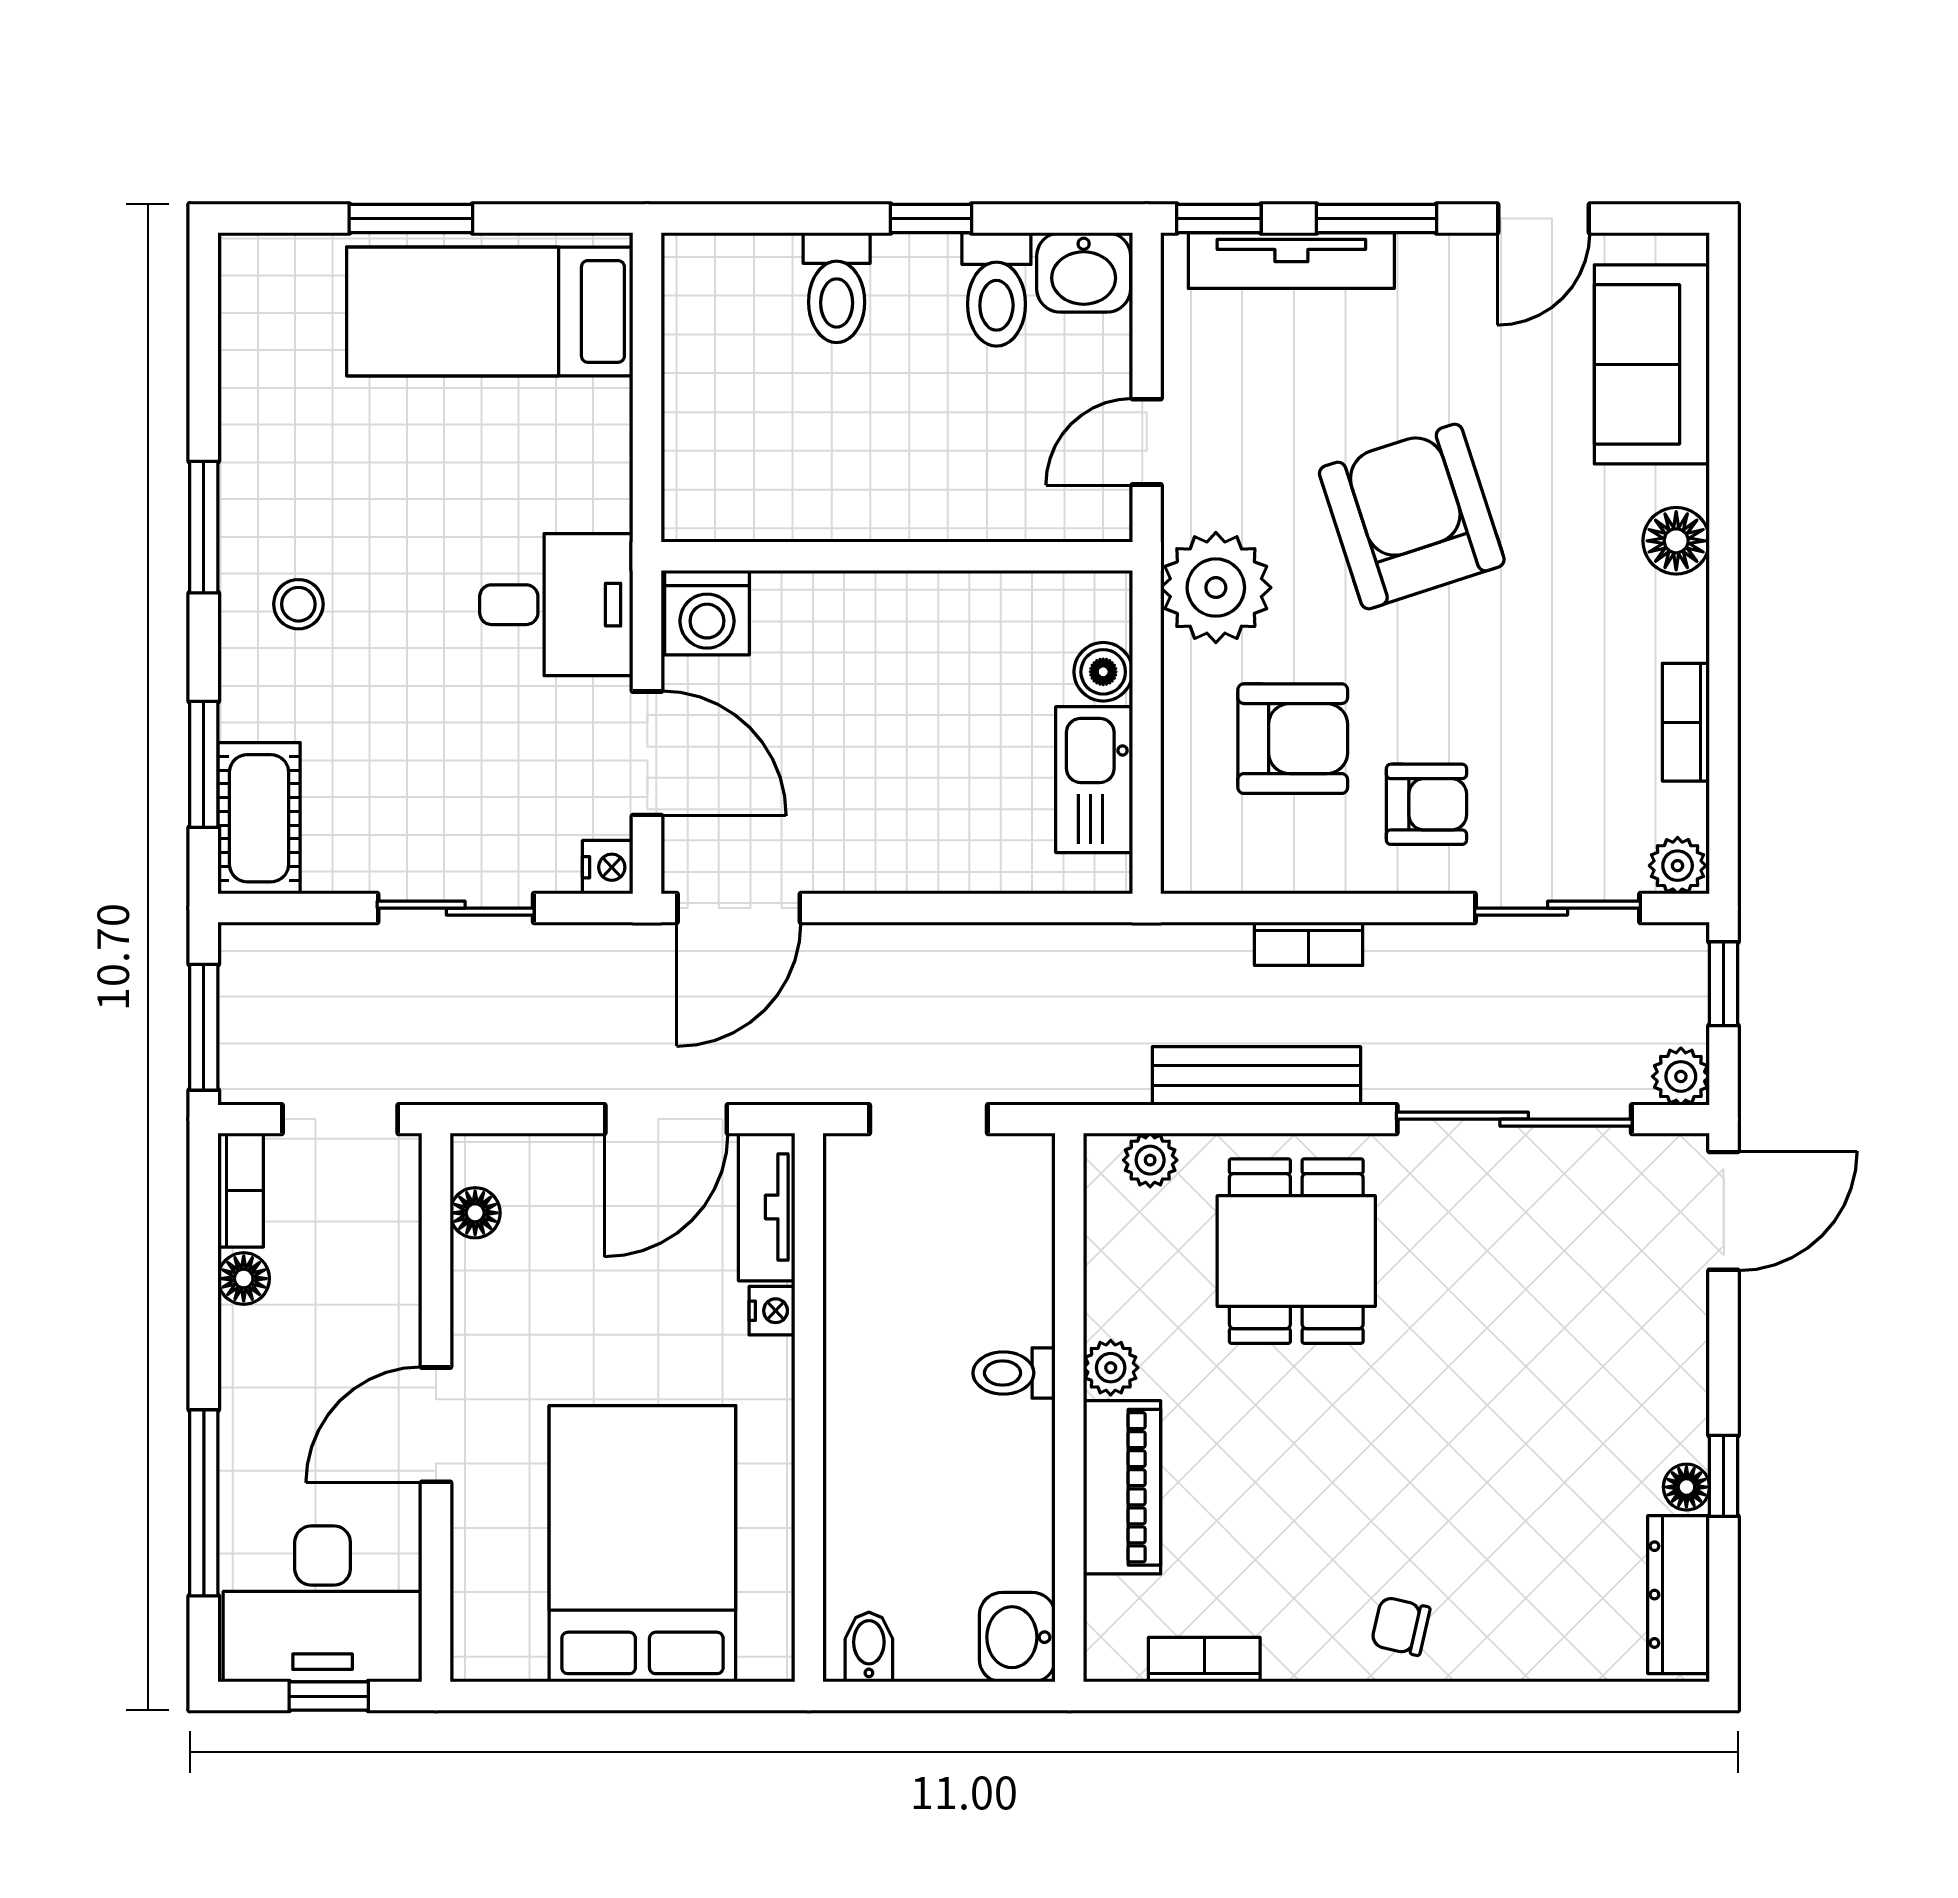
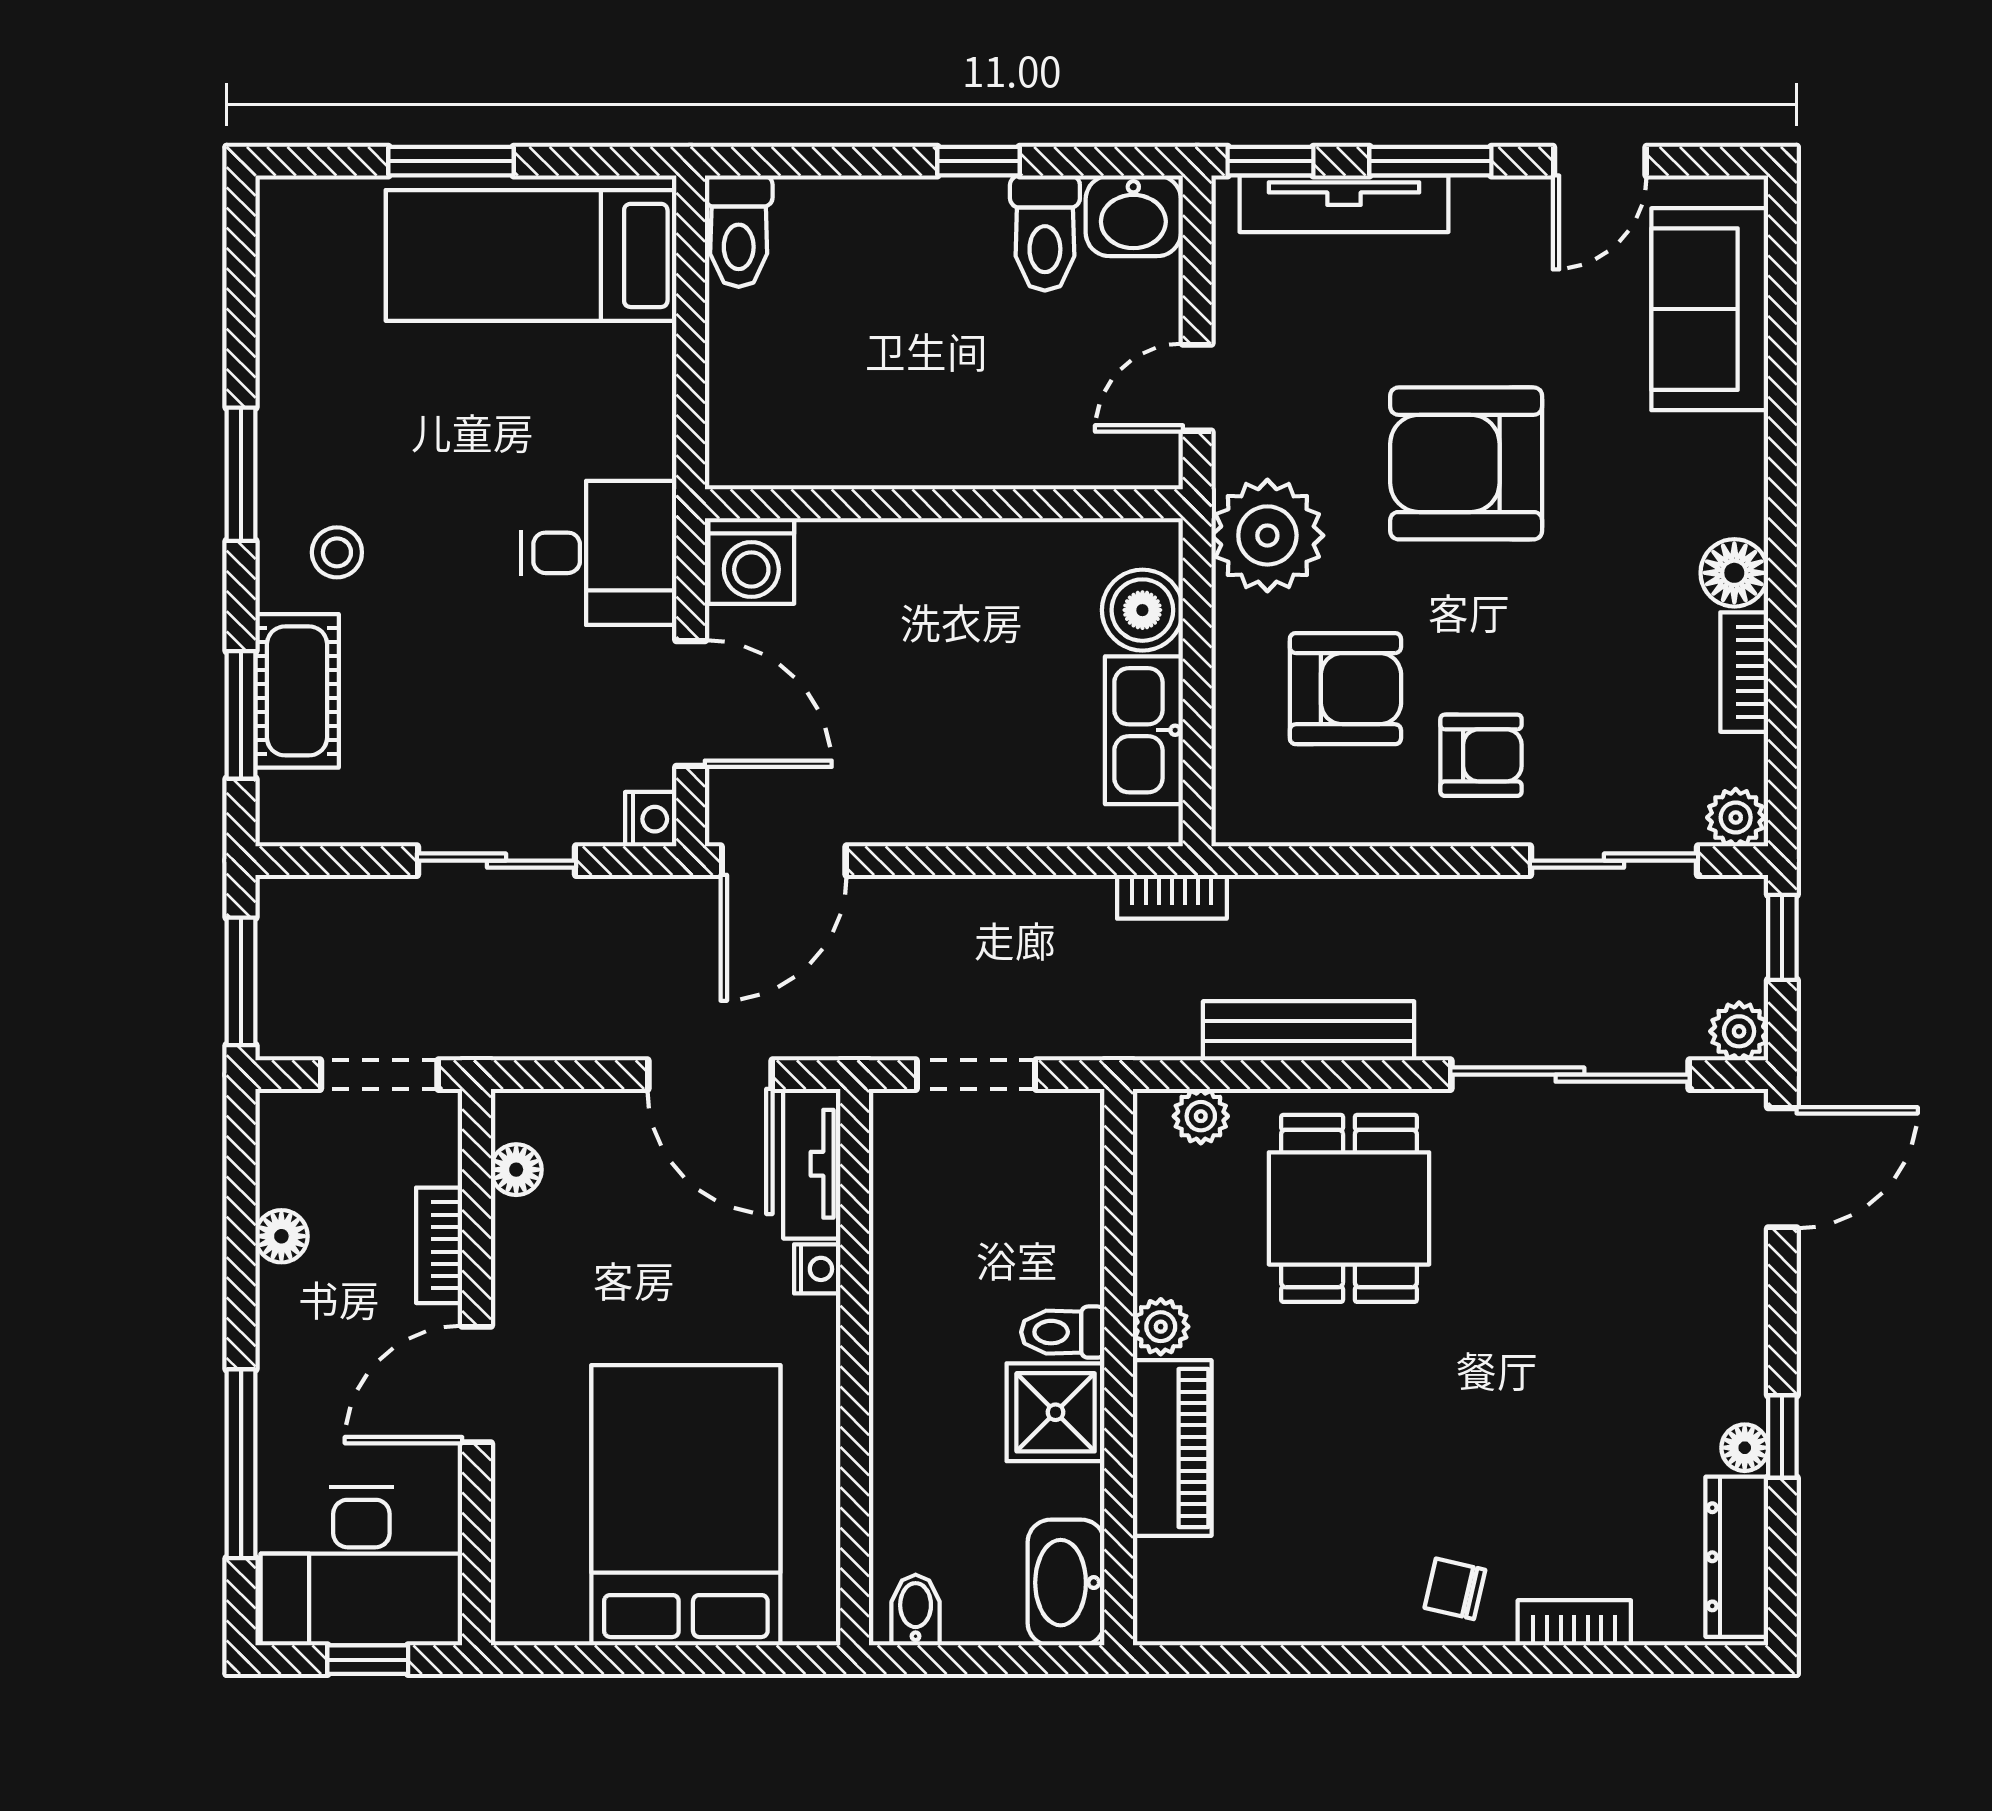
toilet: (837, 288) -> (739, 231), moved
armchair: (1412, 516) -> (1466, 463), turned -72
floor lamp: (1676, 541) -> (1734, 573), moved
boiler: (1103, 672) -> (1142, 610), width x1.36, depth x1.36
cot: (259, 818) -> (297, 691), moved
bookcase: (1309, 944) -> (1172, 897), moved
door: (666, 1119) -> (710, 1075), hinge flipped
bookcase: (241, 1190) -> (439, 1245), moved, turned 180
shower: (1007, 1452) -> (1056, 1412), added
washbasin: (1017, 1637) -> (1066, 1583), width x1.38
bookcase: (1204, 1660) -> (1574, 1623), moved

